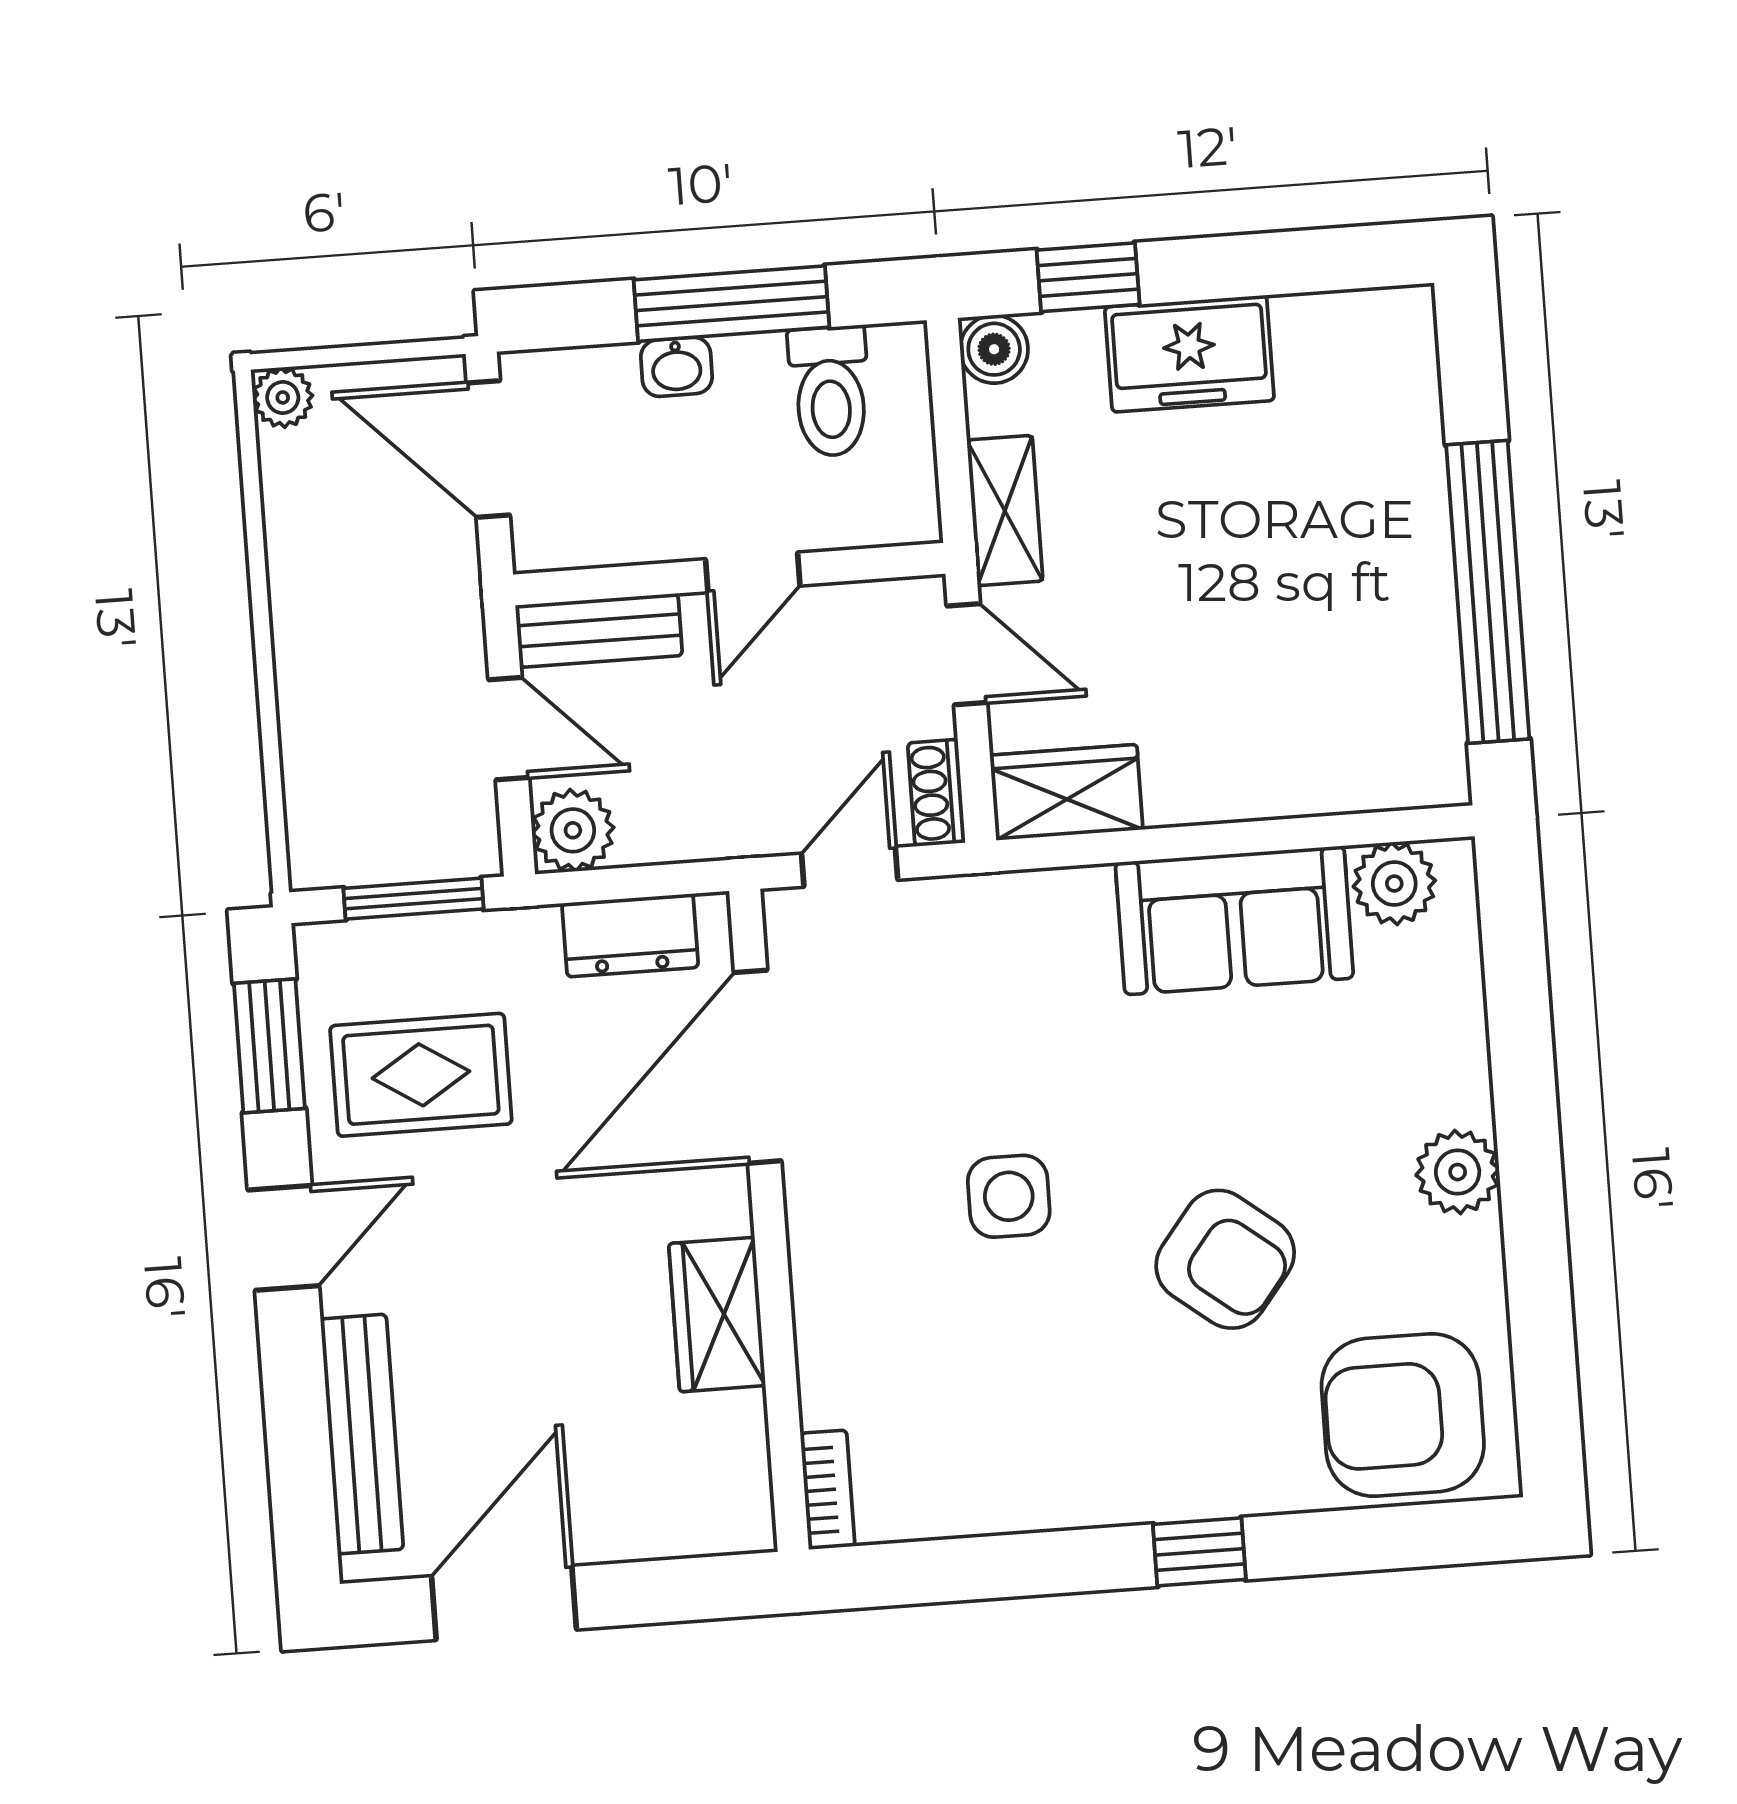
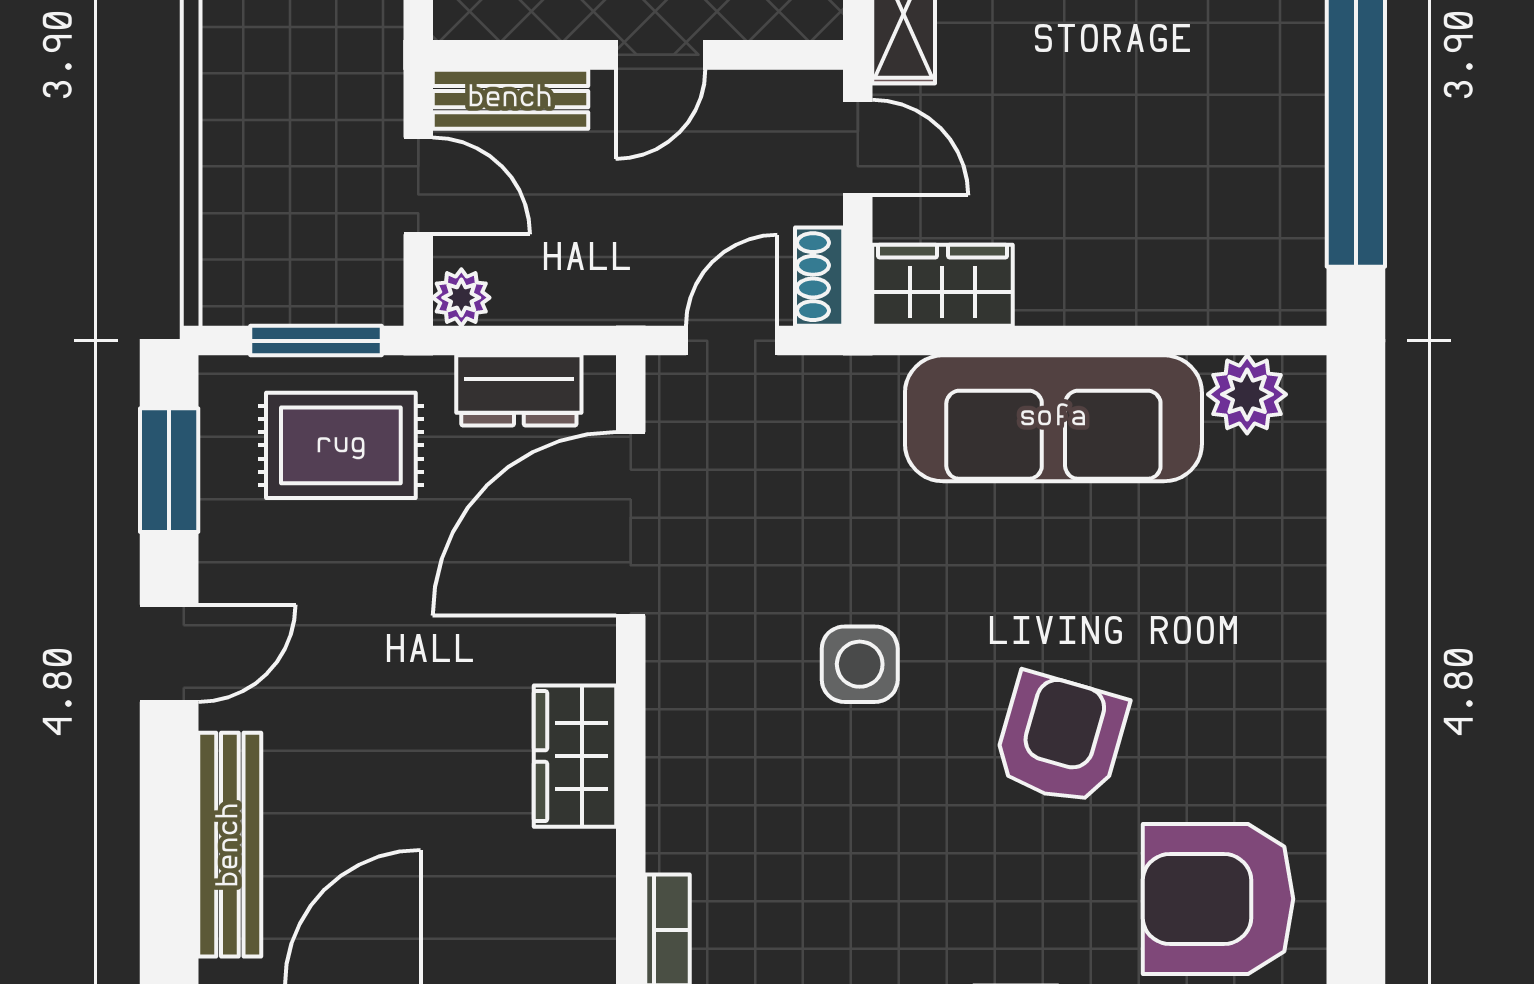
plant: (573, 830) -> (461, 298), width x0.73, depth x0.73
sofa: (1234, 920) -> (1053, 418), width x1.36
rug: (421, 1075) -> (341, 445), moved
plant: (1458, 1172) -> (1287, 672), removed
armchair: (1225, 1259) -> (1060, 739), turned -112

